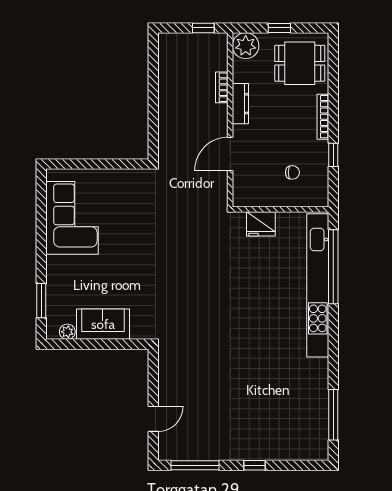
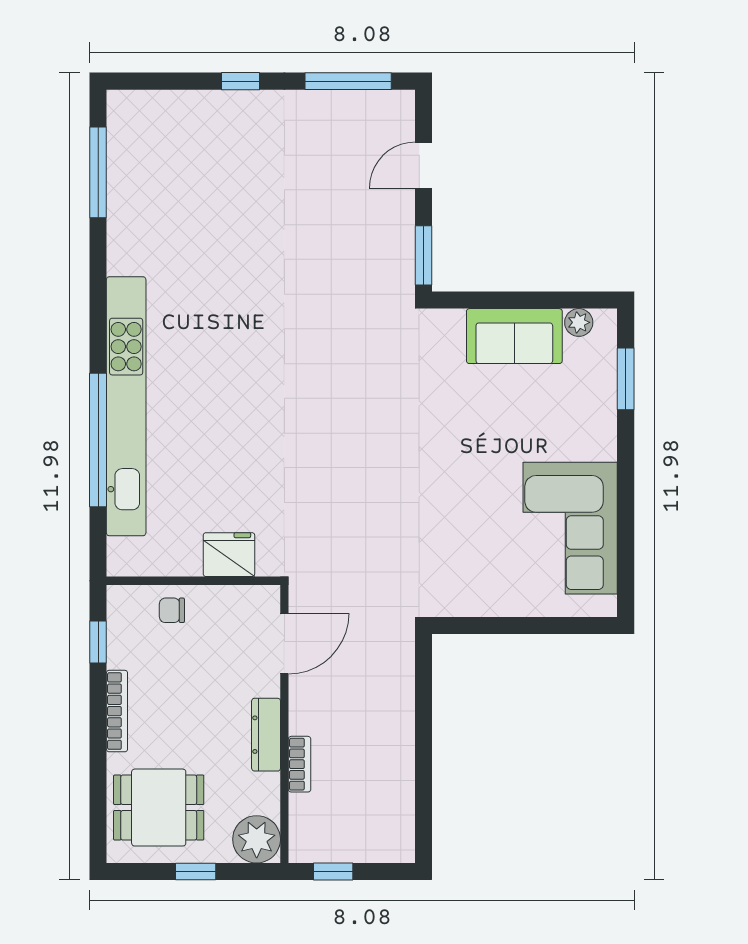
wall: (281, 209) -> (193, 581), moved
fridge: (261, 224) -> (229, 555), moved
window: (153, 369) -> (424, 255), added

